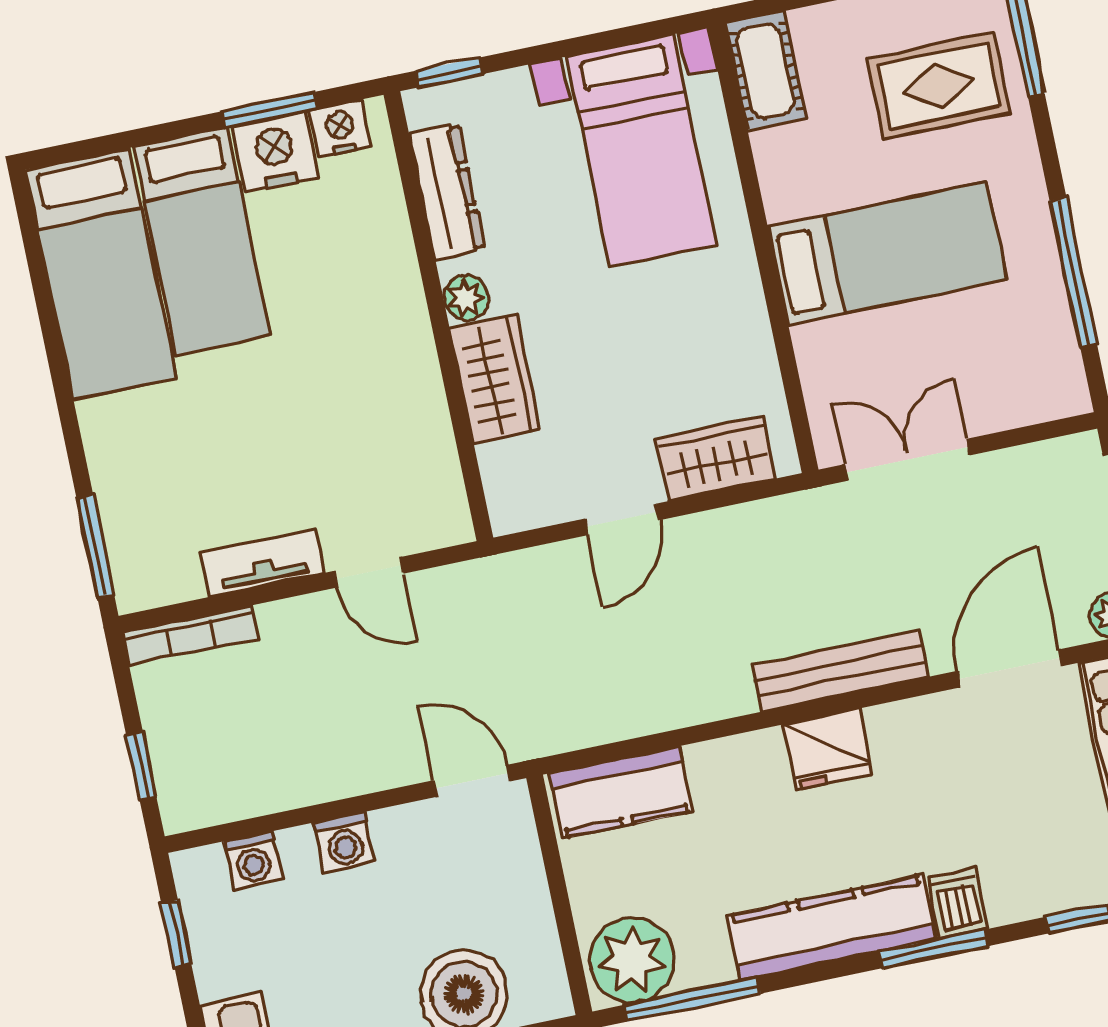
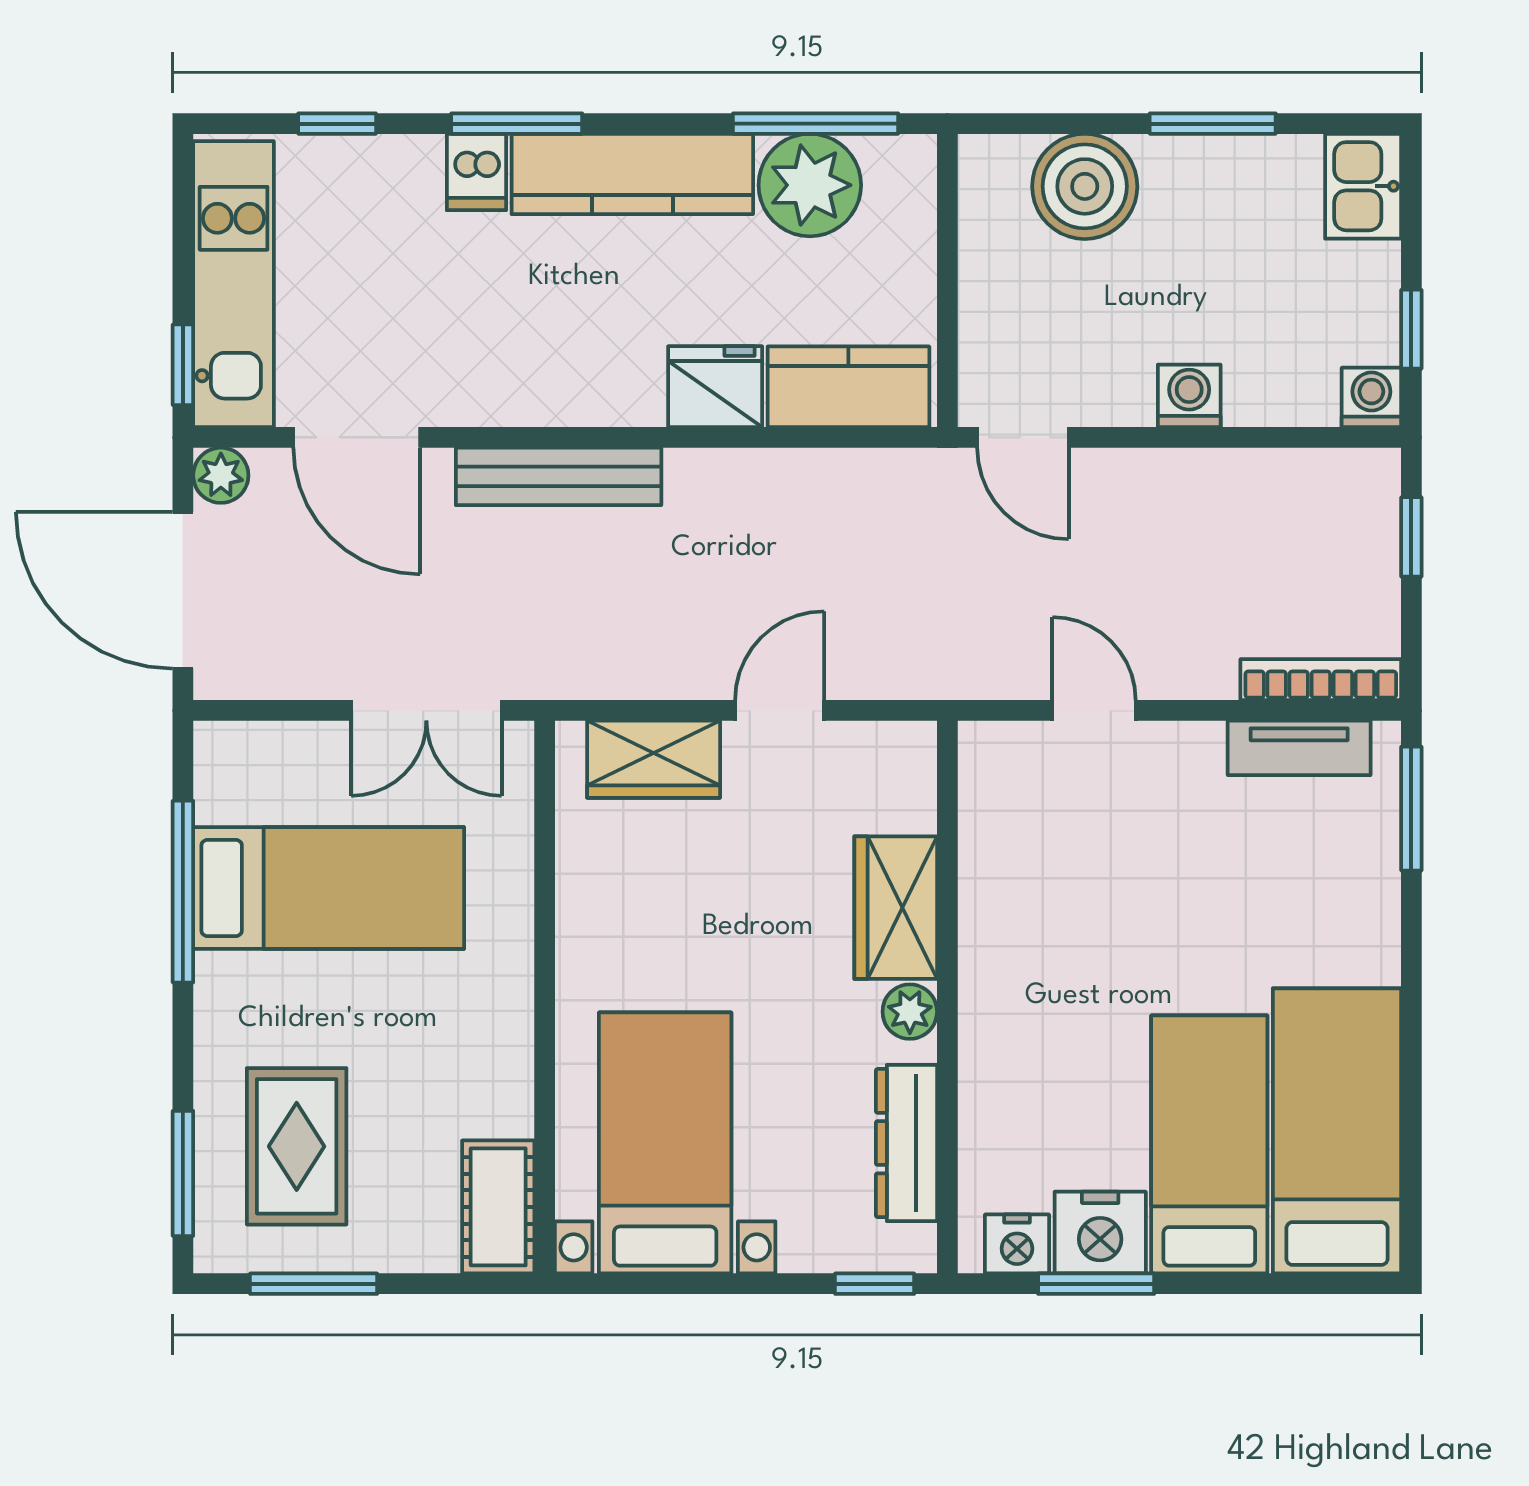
rug: (939, 86) -> (297, 1146), turned 90
bed: (887, 253) -> (329, 888), moved, turned 180
tv unit: (262, 563) -> (1299, 748), moved
door: (1010, 668) -> (357, 437), hinge flipped
fridge: (827, 749) -> (715, 387), moved
washing machine: (253, 860) -> (1371, 397), moved
plant: (632, 960) -> (810, 185), moved

